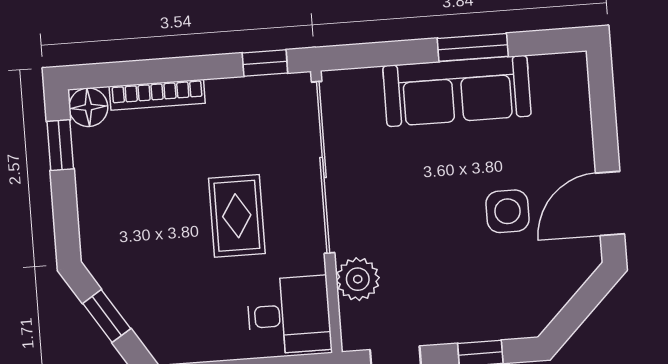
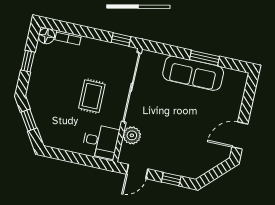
bookcase: (157, 95) -> (68, 38), width x0.64
window: (60, 145) -> (28, 61), moved
side table: (507, 211) -> (199, 126), removed

